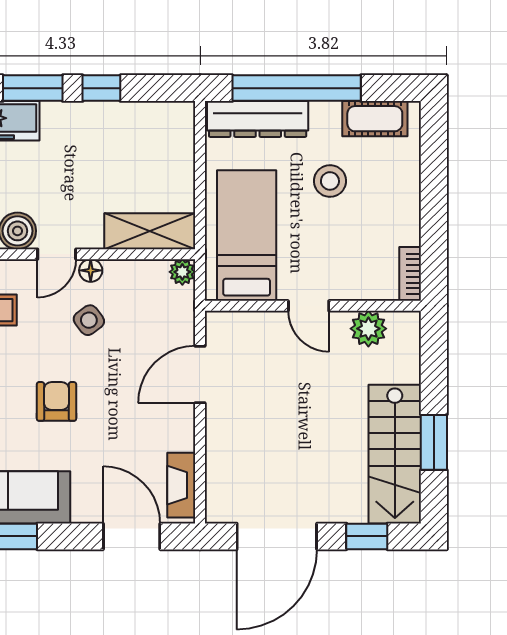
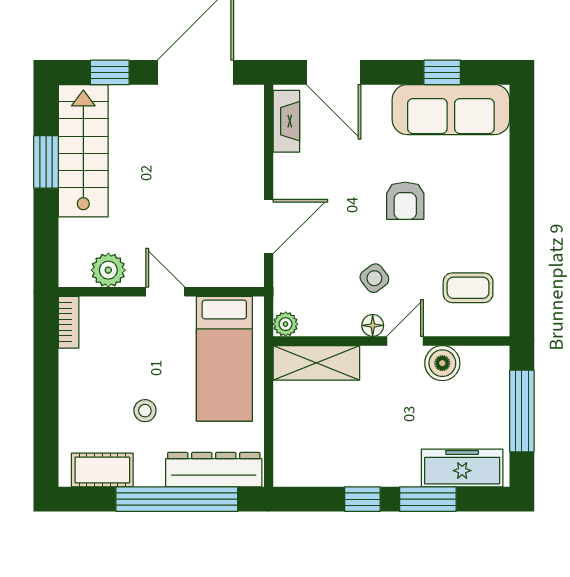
stool: (330, 181) -> (145, 411), width x0.73, depth x0.73

